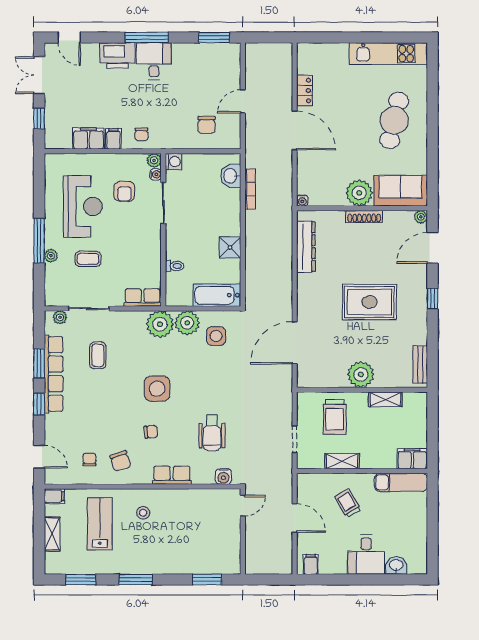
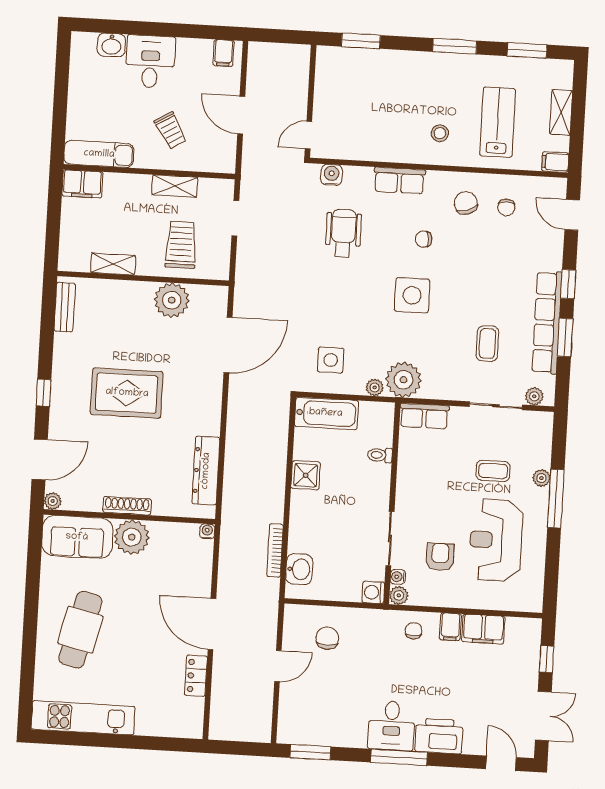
plant: (187, 323) -> (375, 387), width x0.53, depth x0.53
plant: (361, 374) -> (172, 300), moved
lab bench: (100, 524) -> (498, 122), turned 180

